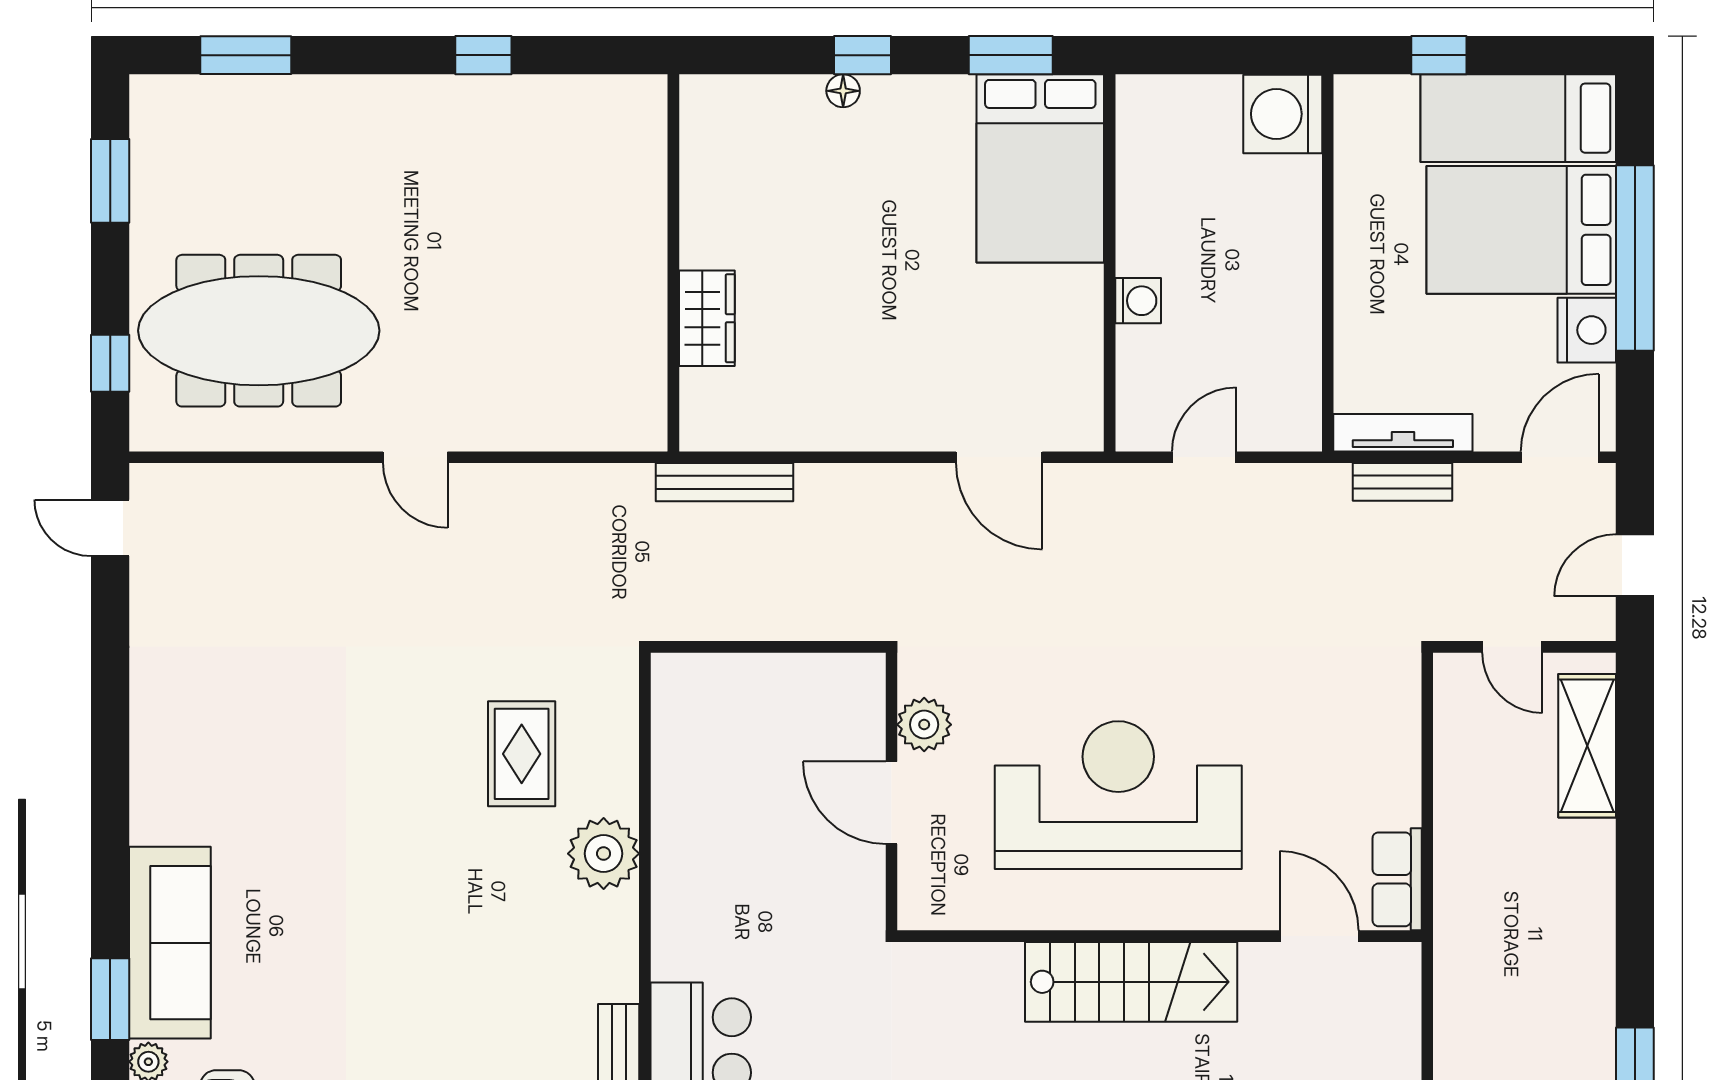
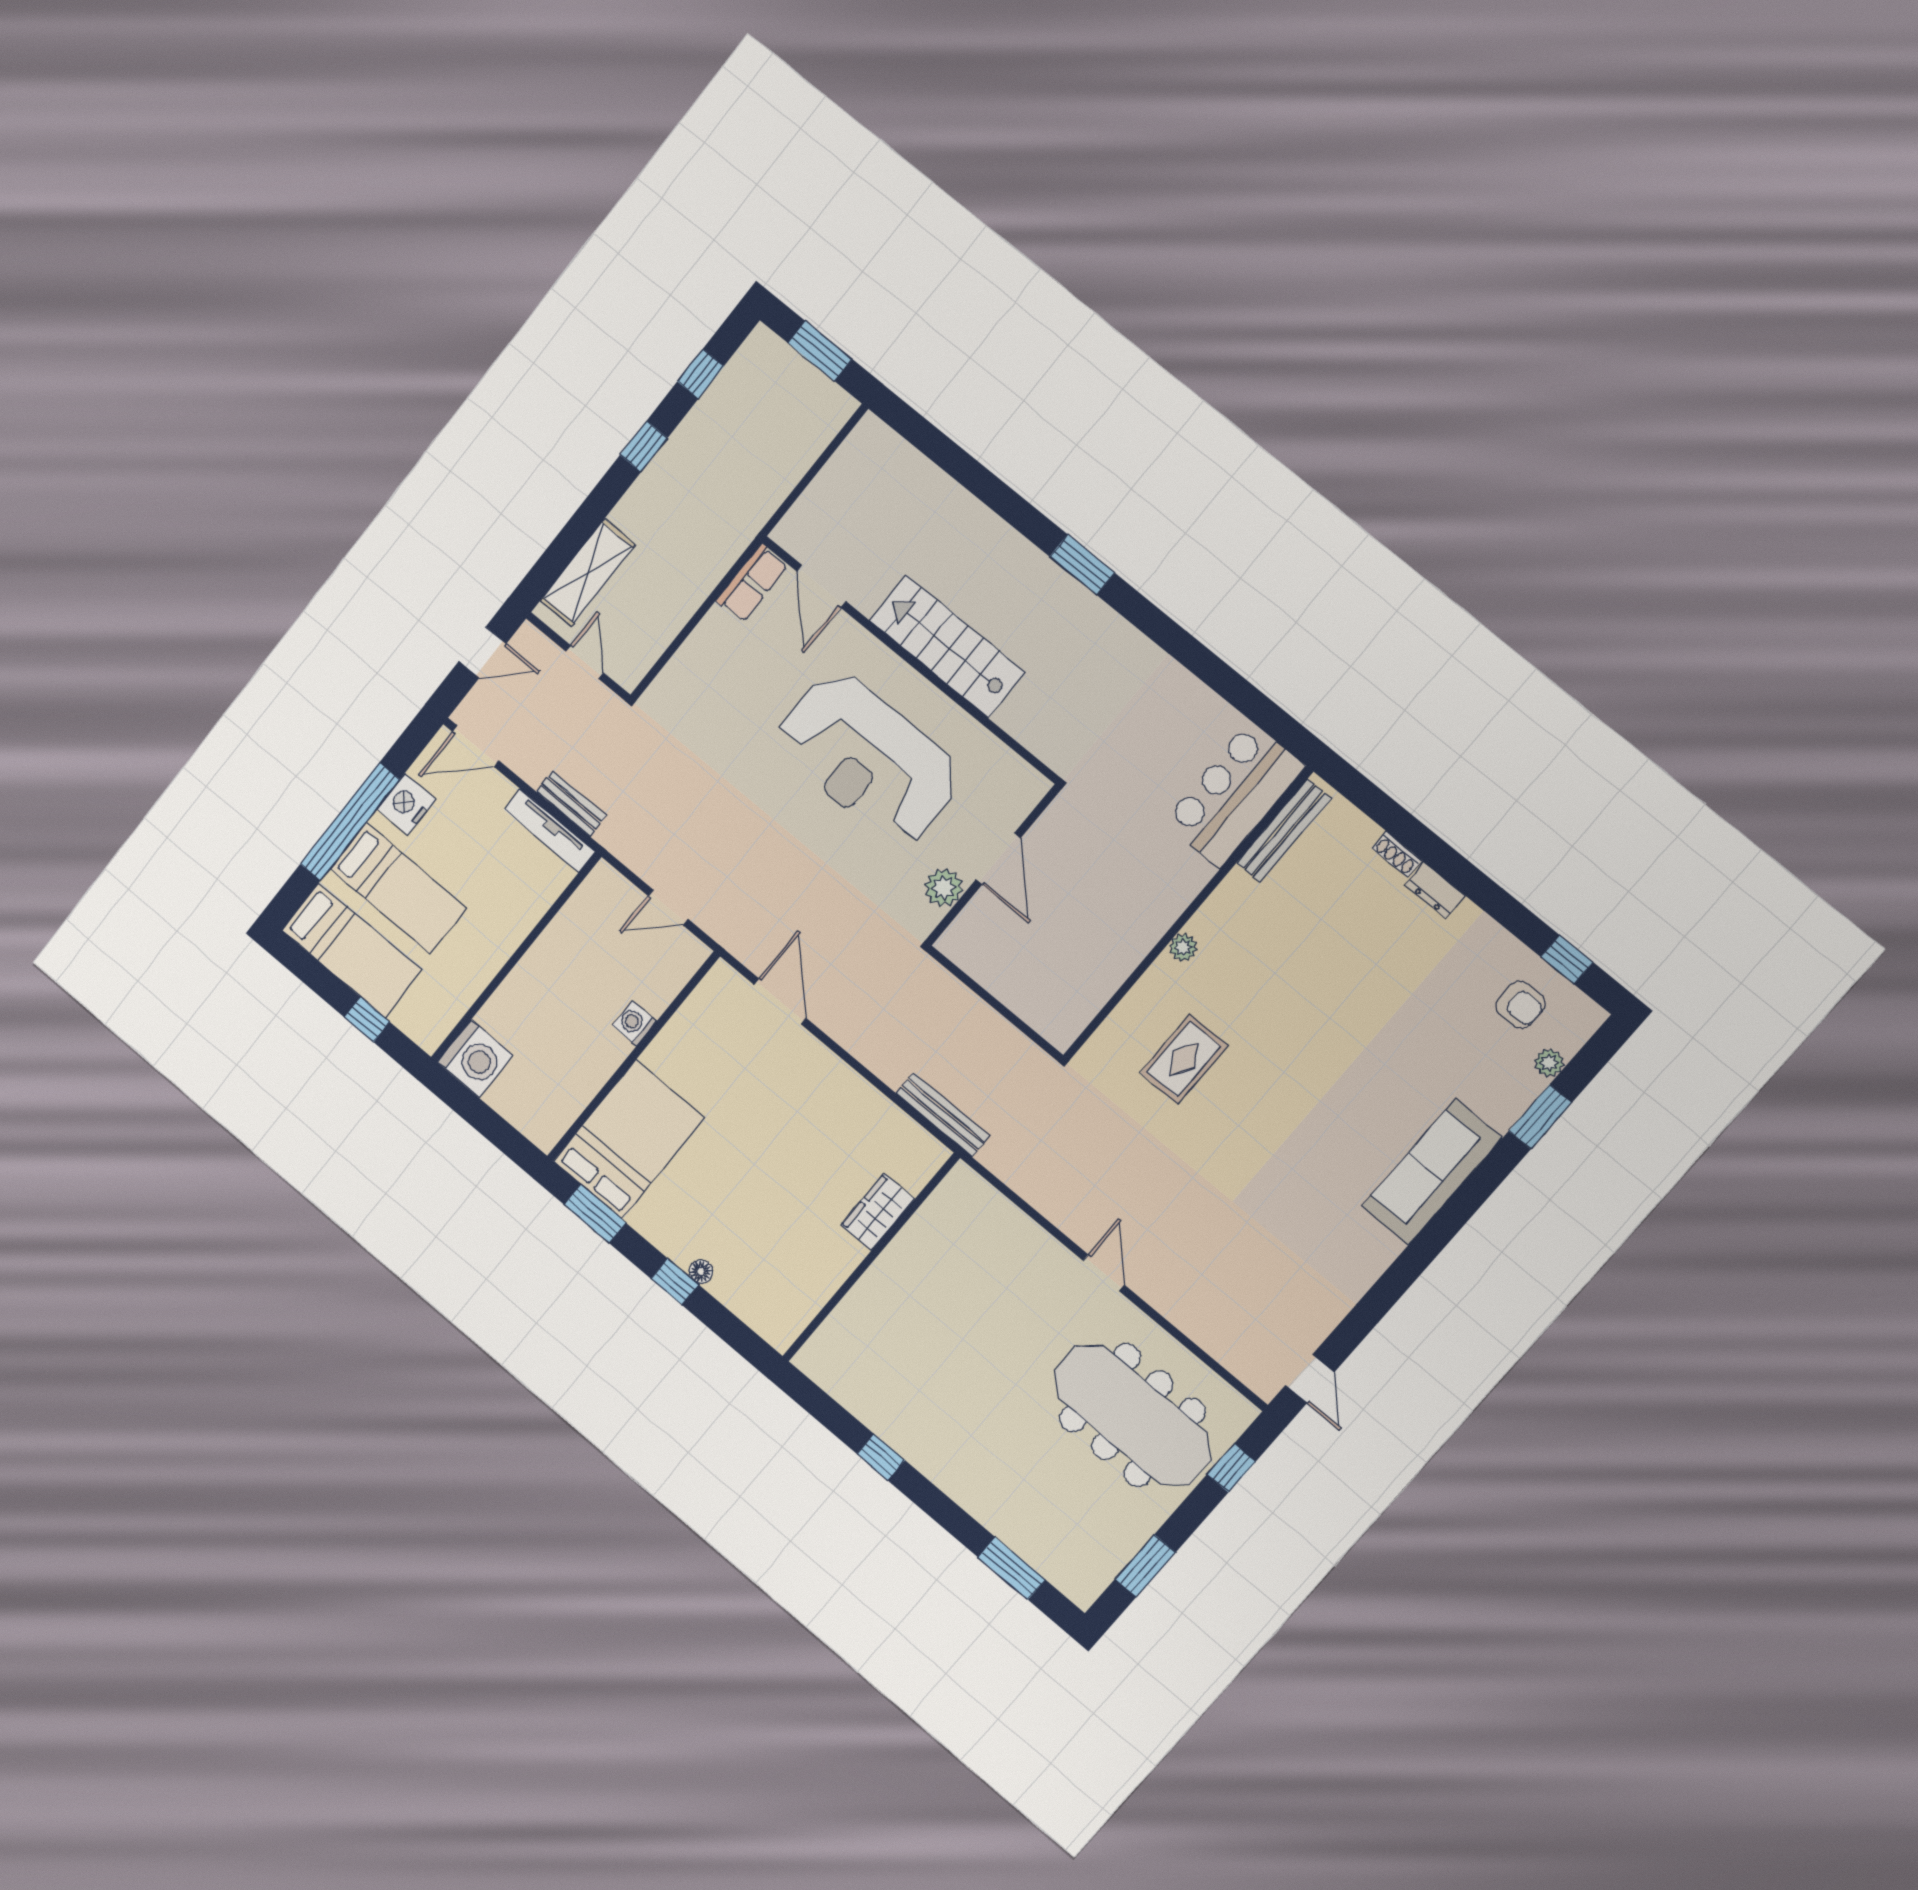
bed: (1521, 230) -> (398, 888), width x0.67
plant: (604, 854) -> (1183, 947), width x0.53, depth x0.53
window: (1635, 930) -> (644, 446), added
sofa: (170, 943) -> (1432, 1172), moved

